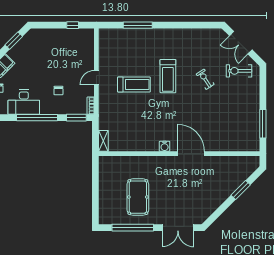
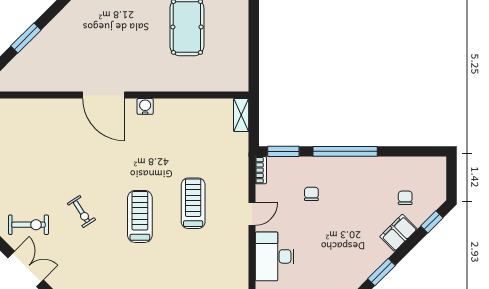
treadmill: (134, 85) -> (193, 203), turned 90
desk: (24, 102) -> (275, 256), moved, turned -90

